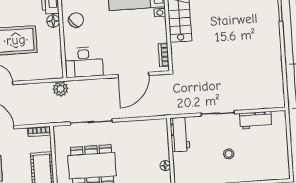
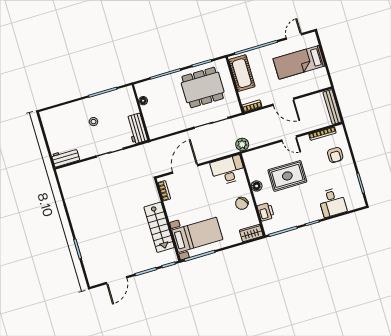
floor lamp: (53, 21) -> (257, 186), moved
workbench: (256, 120) -> (66, 157), moved

